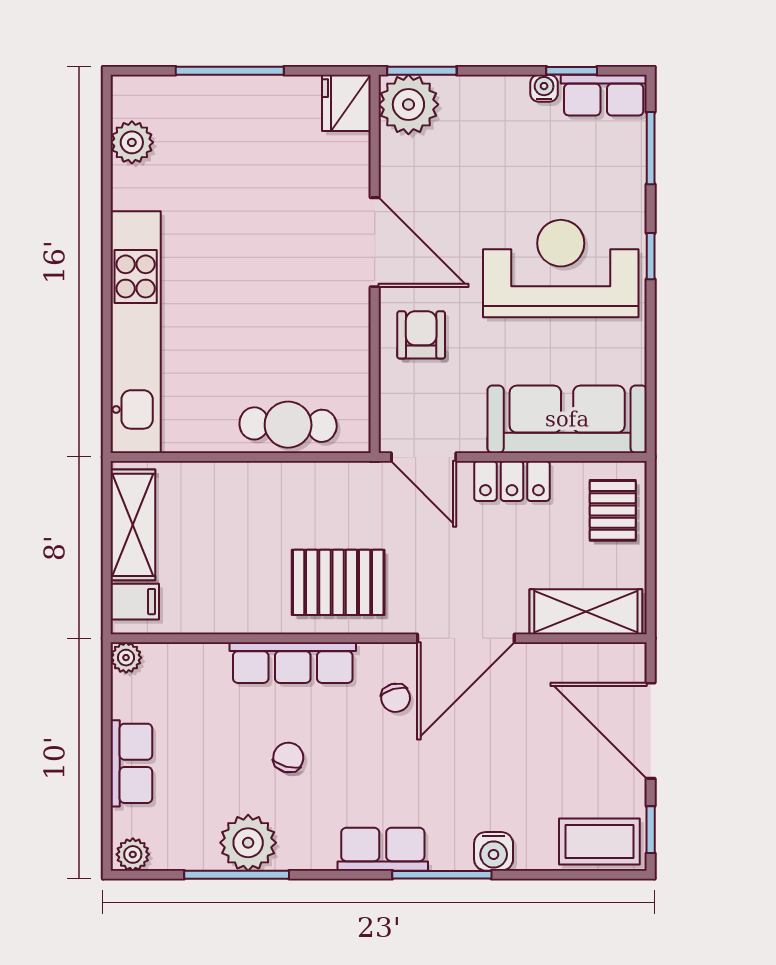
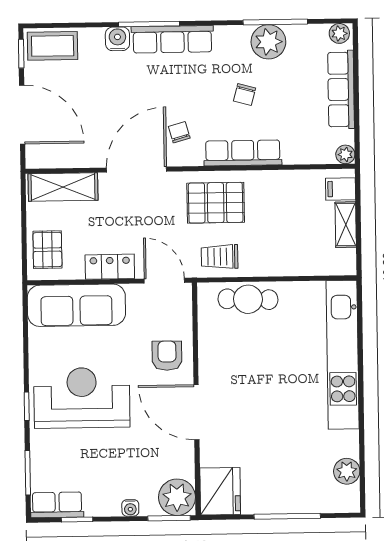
water cooler: (544, 88) -> (130, 508), moved
fridge: (346, 103) -> (220, 491), width x1.36, depth x1.34
reception desk: (561, 269) -> (82, 398), turned 180
armchair: (421, 335) -> (167, 356), turned 180
trolley: (333, 495) -> (220, 257), added
shelving: (133, 525) -> (346, 225), width x0.67, depth x0.75
row of seats: (131, 763) -> (341, 89), width x1.48
row of seats: (383, 849) -> (172, 39), width x1.48

